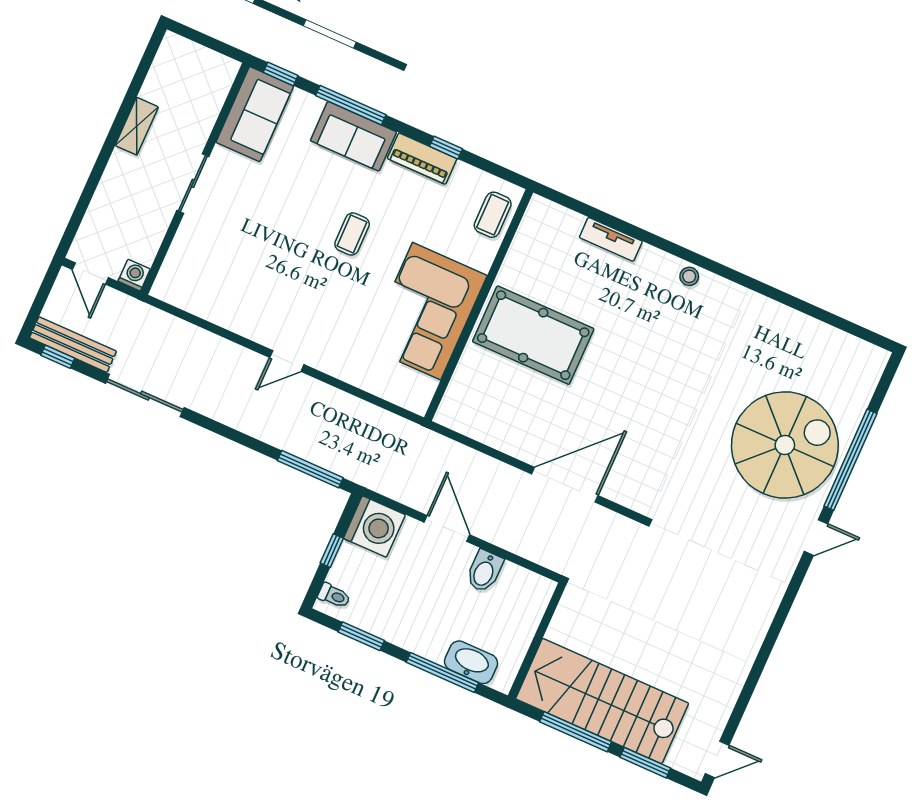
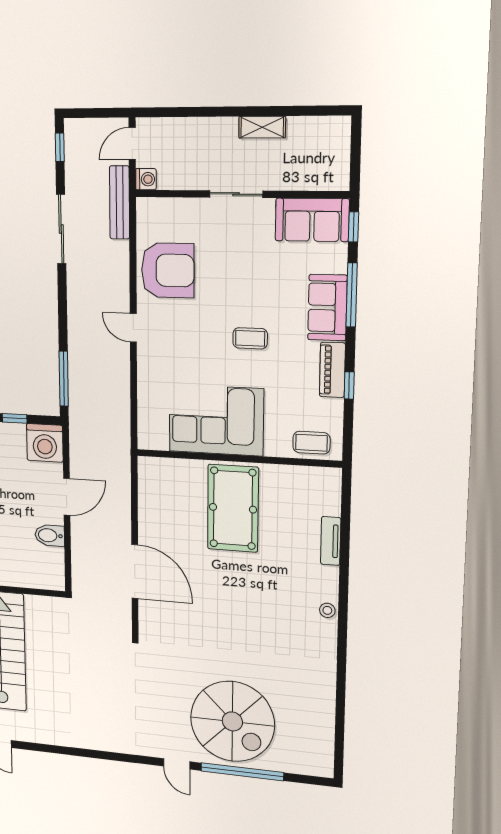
armchair: (241, 294) -> (168, 270), added
bench: (73, 345) -> (120, 202), moved

